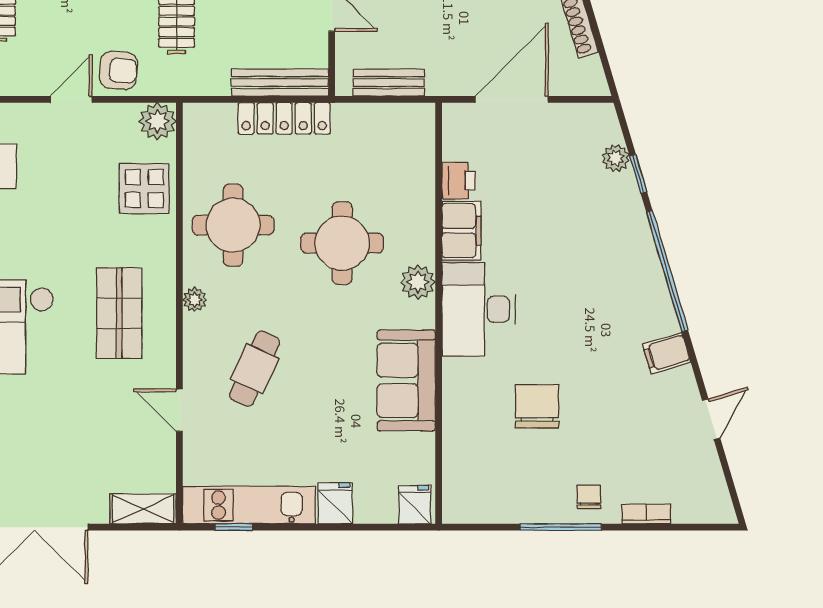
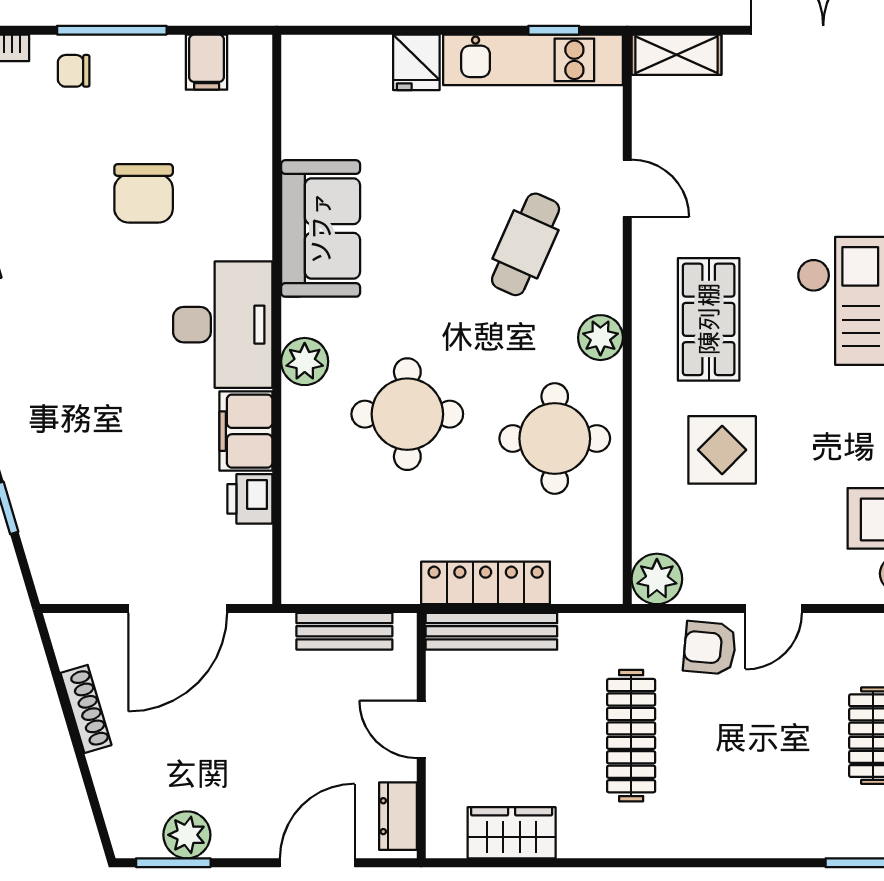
plant: (616, 158) -> (37, 529), removed
display table: (144, 189) -> (722, 450), moved
plant: (195, 300) -> (600, 338), width x1.38, depth x1.38
chair: (589, 497) -> (74, 71), turned 90
filing cabinet: (491, 503) -> (207, 62), added
fridge: (415, 505) -> (309, 60), removed

